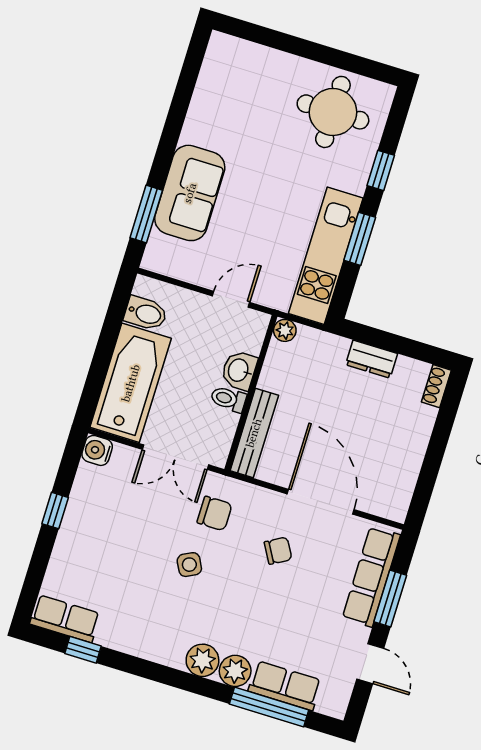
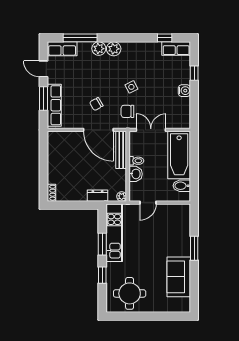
sofa: (190, 193) -> (179, 277), moved
window: (146, 214) -> (194, 248), moved
dresser: (372, 359) -> (97, 196), moved
water cooler: (97, 450) -> (184, 91), moved
door: (321, 502) -> (98, 130), moved
window: (55, 511) -> (194, 73), moved
row of seats: (285, 686) -> (62, 49), moved

